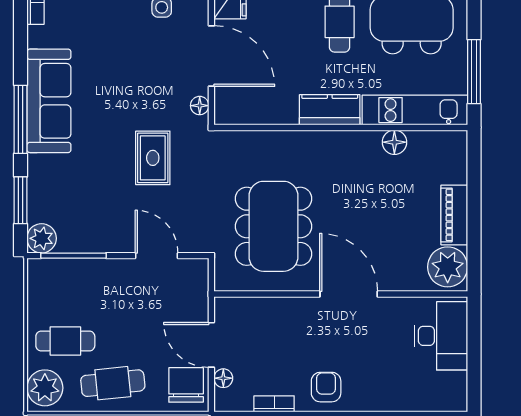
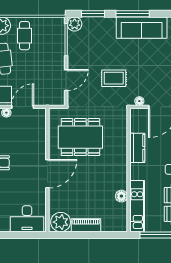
kitchen counter: (330, 110) -> (137, 148), moved

